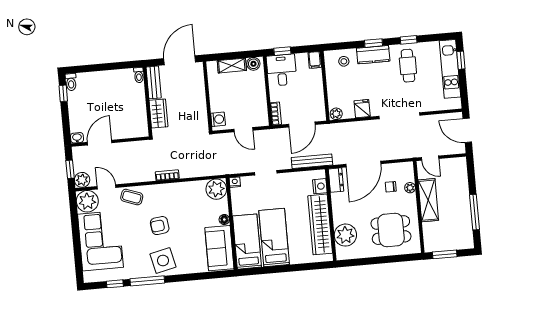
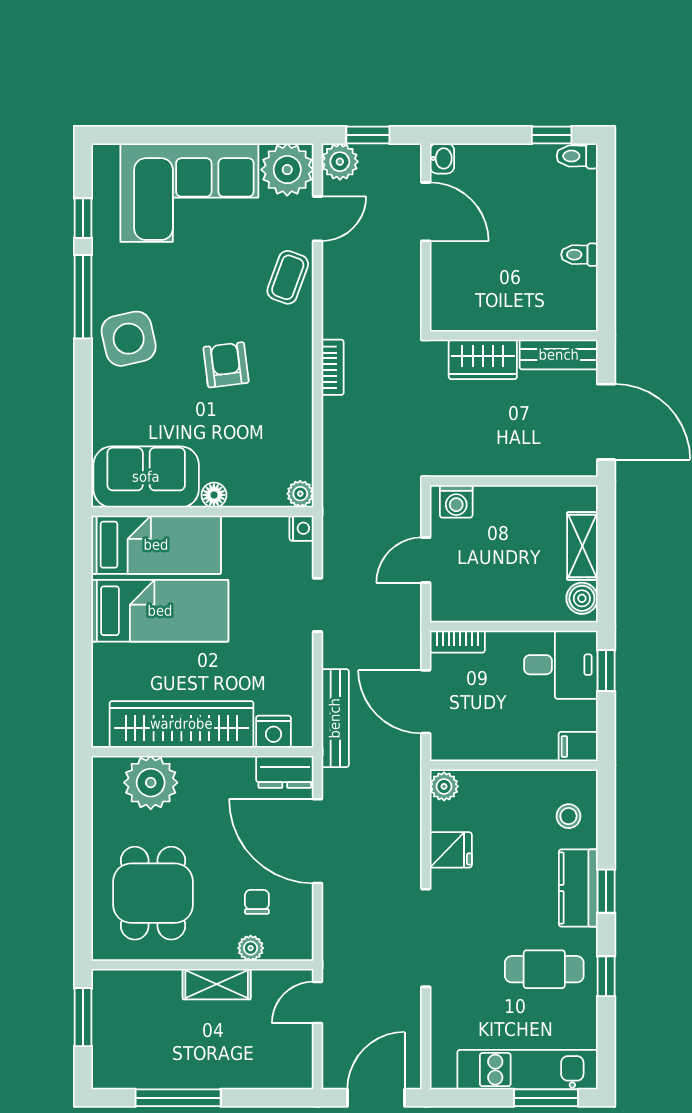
window: (461, 60) -> (546, 1098), width x1.50
toilet: (139, 75) -> (579, 255), moved
plant: (216, 189) -> (300, 494), width x0.53, depth x0.53
shelving: (428, 200) -> (217, 984), width x0.67, depth x0.75
armchair: (160, 226) -> (226, 365), moved

